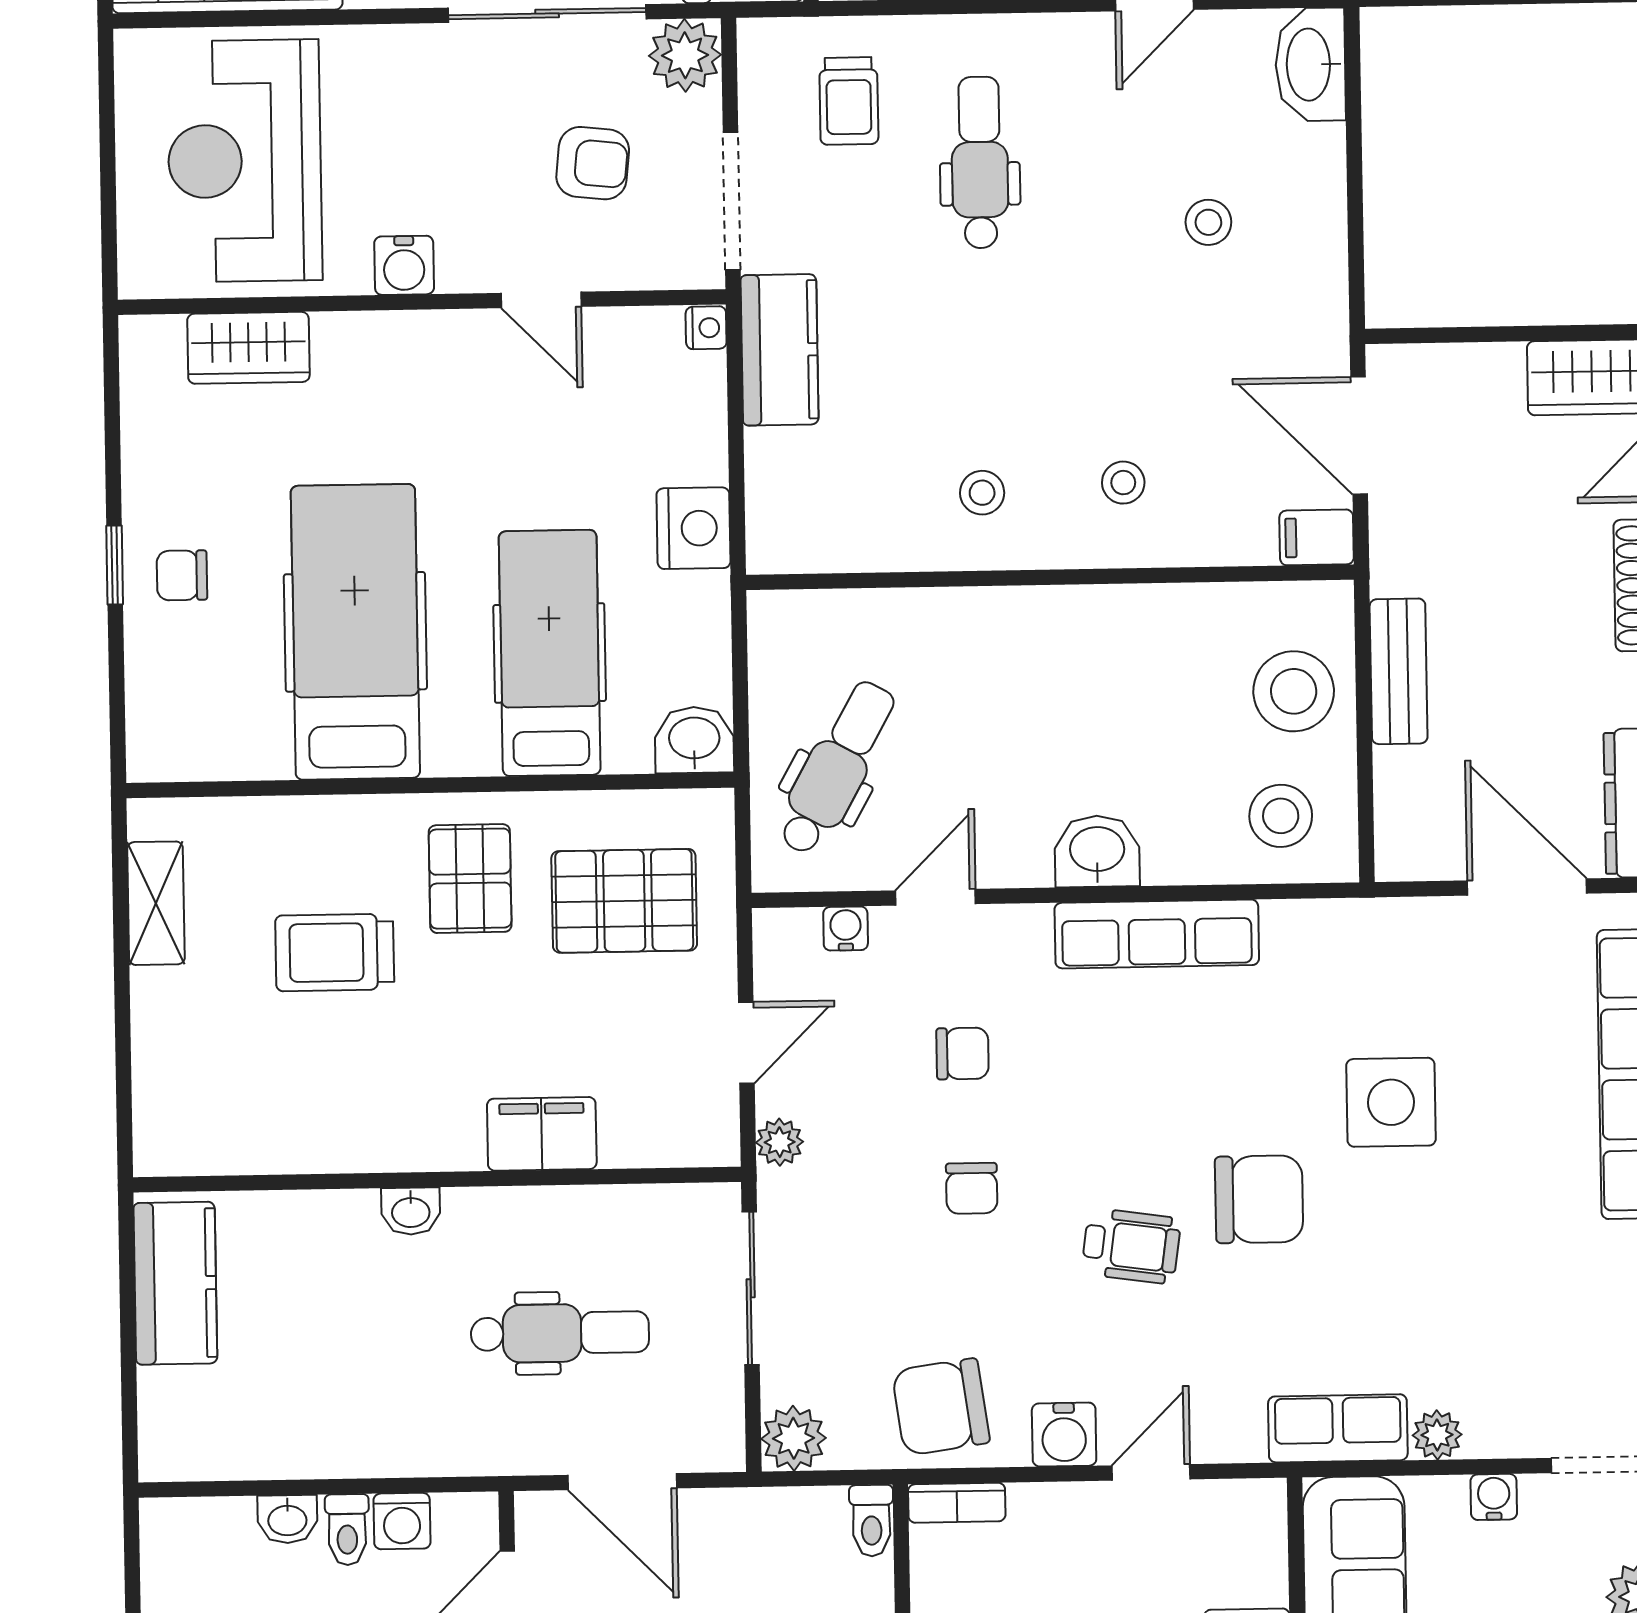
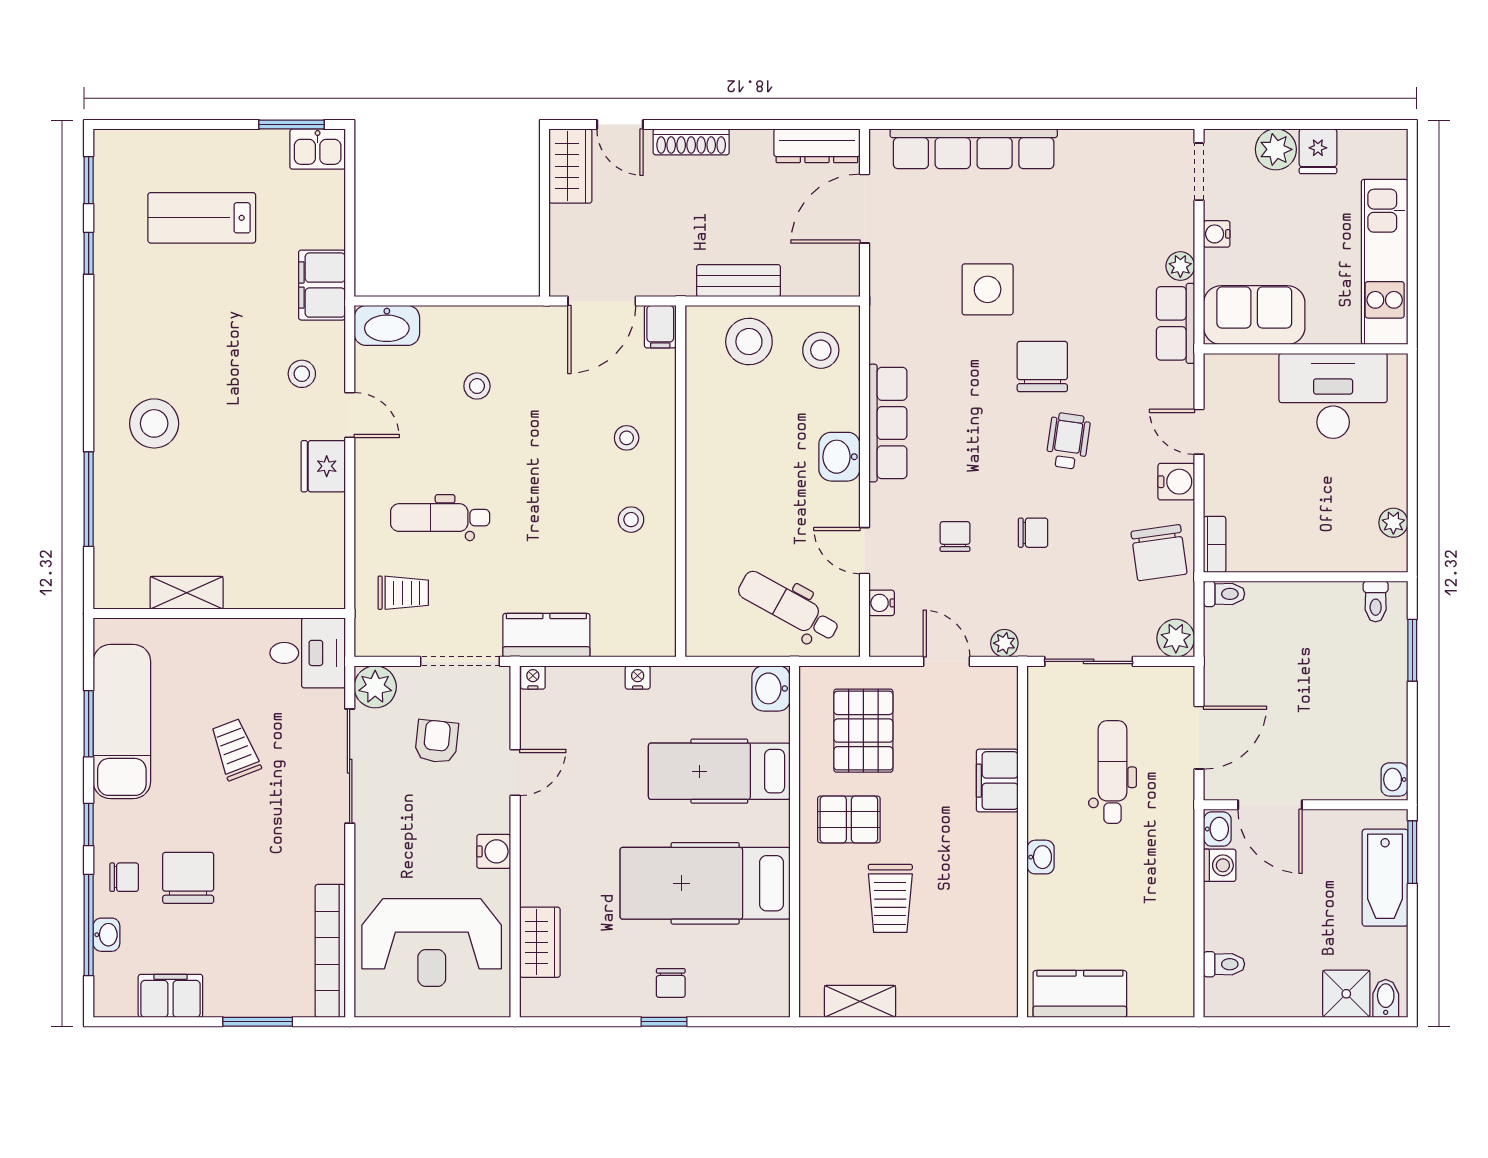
nightstand: (693, 528) -> (638, 678), width x0.53, depth x0.56
washbasin: (287, 1519) -> (1217, 829), moved
toilet: (347, 1530) -> (1224, 964), moved

